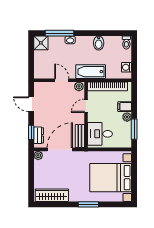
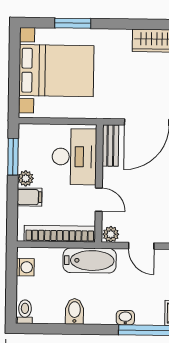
door: (86, 106) -> (99, 200), hinge flipped
desk: (100, 134) -> (74, 157), width x1.37
window: (88, 204) -> (73, 23), moved

